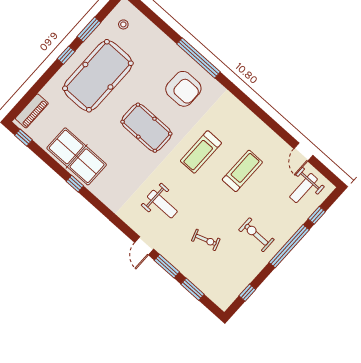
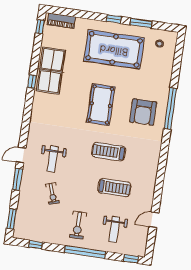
weight bench: (304, 188) -> (114, 229), moved, turned -90
weight bench: (162, 204) -> (53, 159), moved
window: (317, 215) -> (131, 259), moved
exercise bike: (256, 235) -> (78, 225), turned 180
window: (193, 289) -> (12, 219), moved

